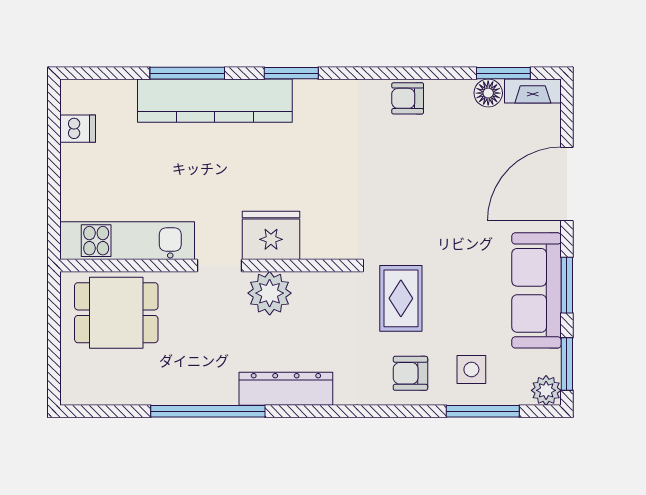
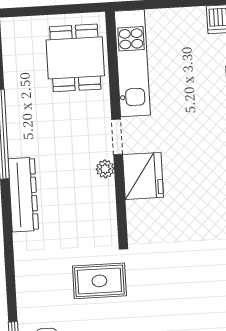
plant: (270, 293) -> (105, 169), width x0.53, depth x0.53
armchair: (410, 373) -> (41, 292), removed

